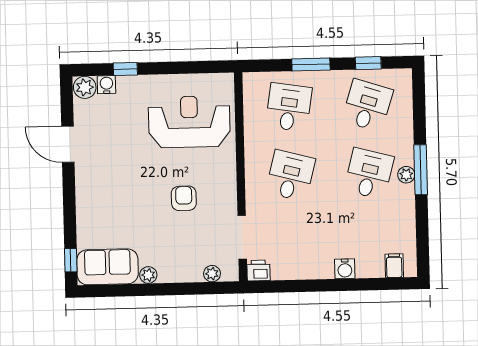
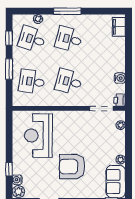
plant: (406, 175) -> (38, 19), moved
armchair: (184, 198) -> (72, 167), moved, width x1.88, depth x1.88
filing cabinet: (394, 266) -> (119, 27), width x2.00
water cooler: (345, 269) -> (120, 78), moved

